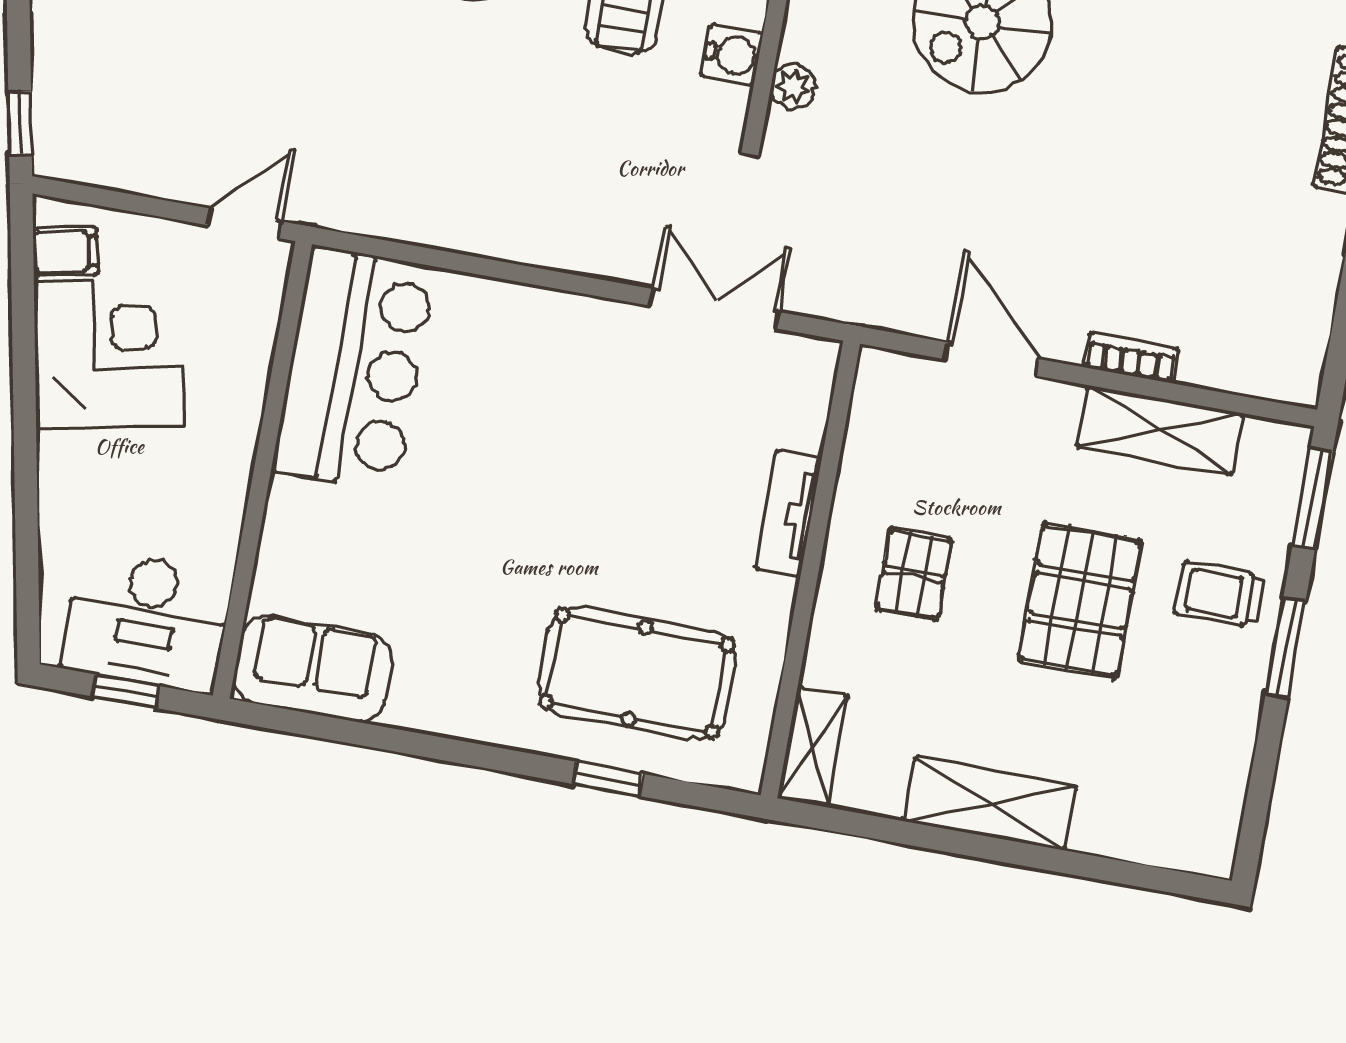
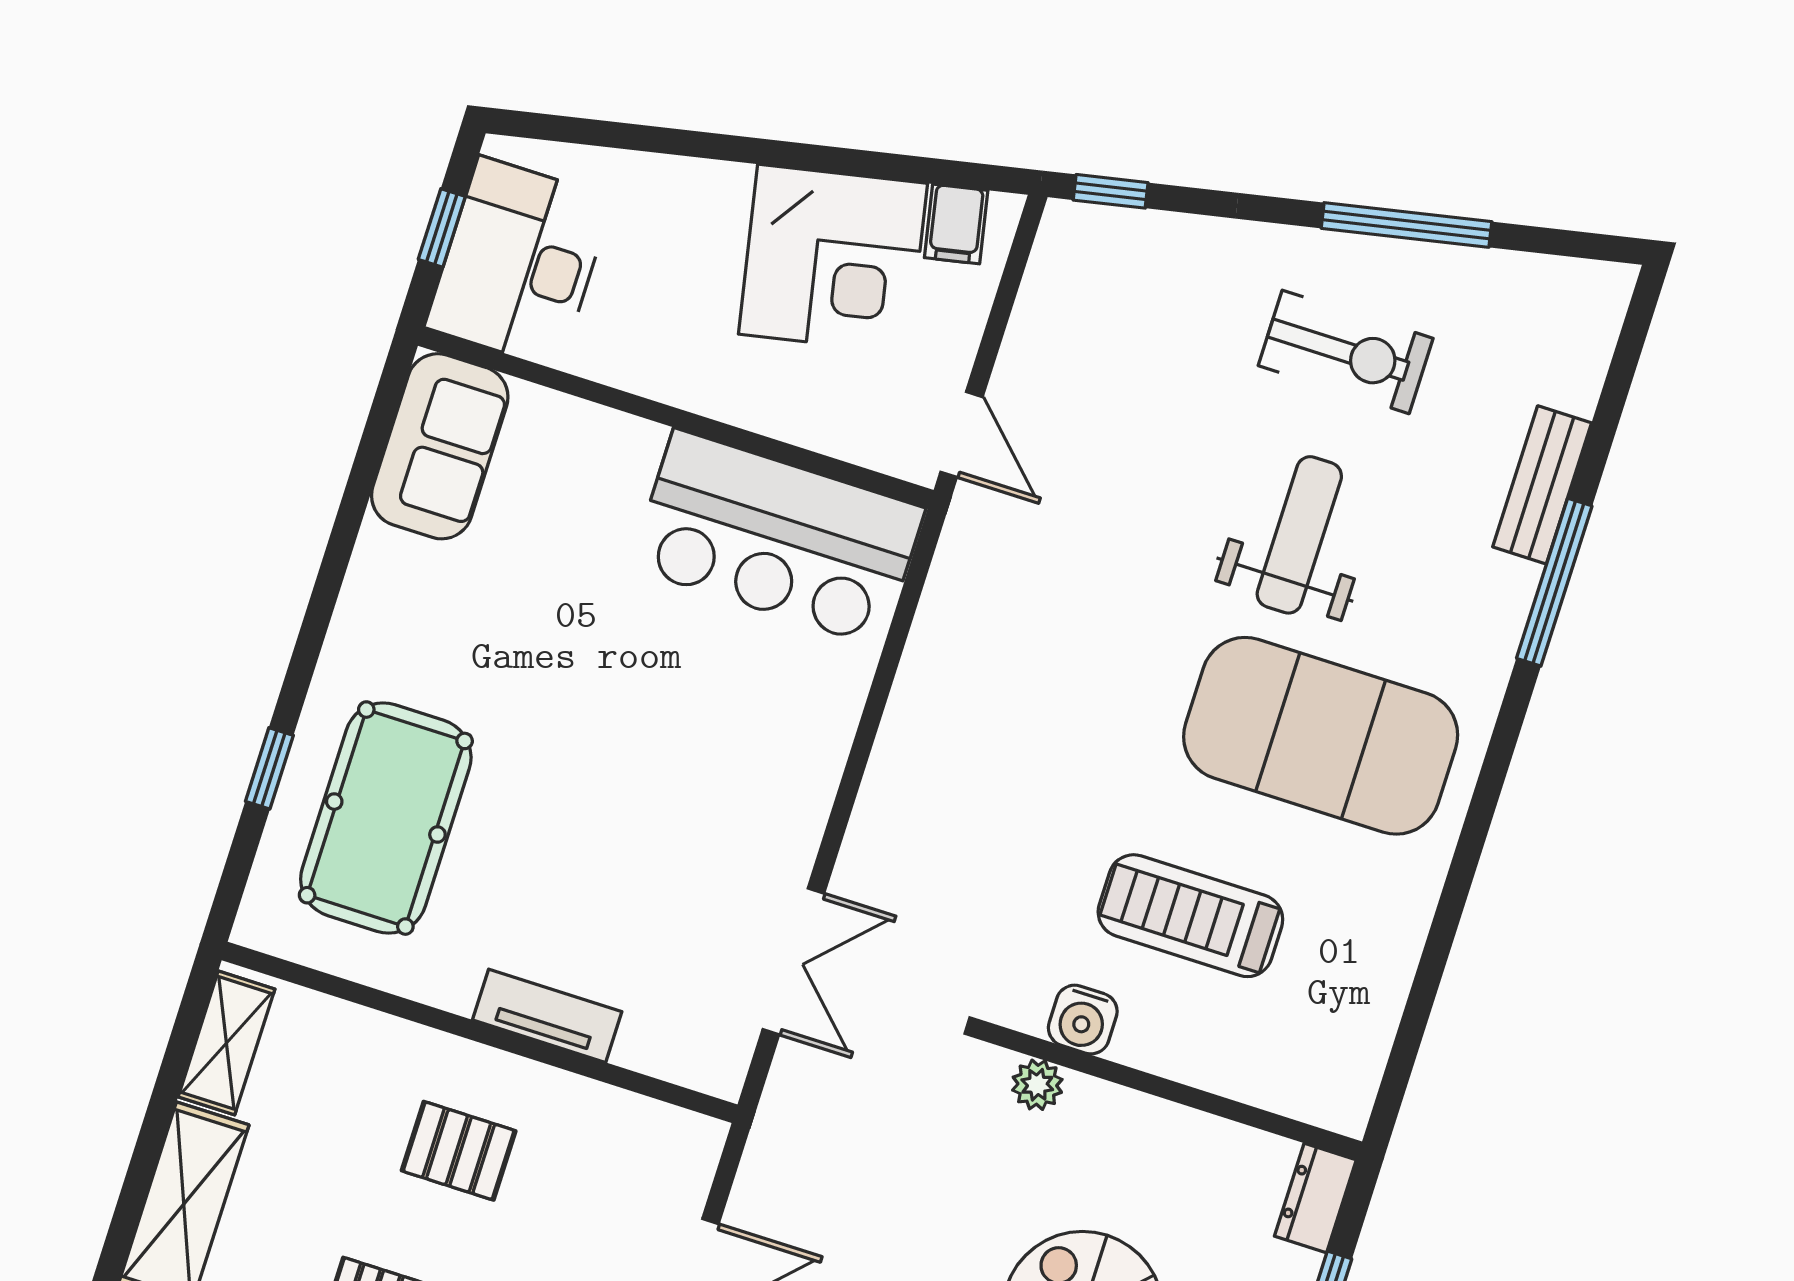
shelving: (813, 747) -> (226, 1043), moved, turned 90

